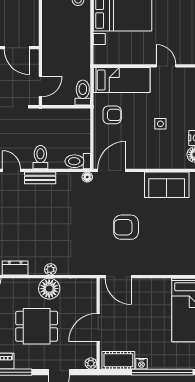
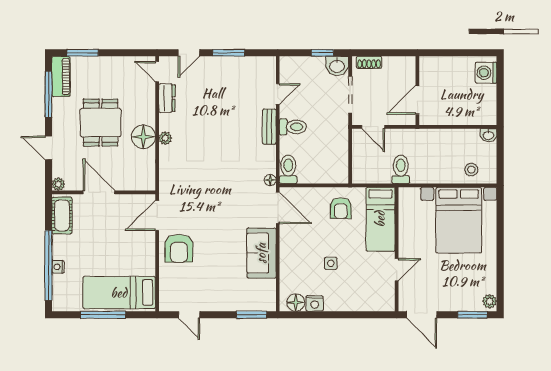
toilet: (83, 93) -> (401, 169), moved, turned -90
sofa: (167, 185) -> (261, 253), moved
armchair: (126, 227) -> (179, 248), moved, turned 180
nightstand: (141, 364) -> (58, 267), moved

